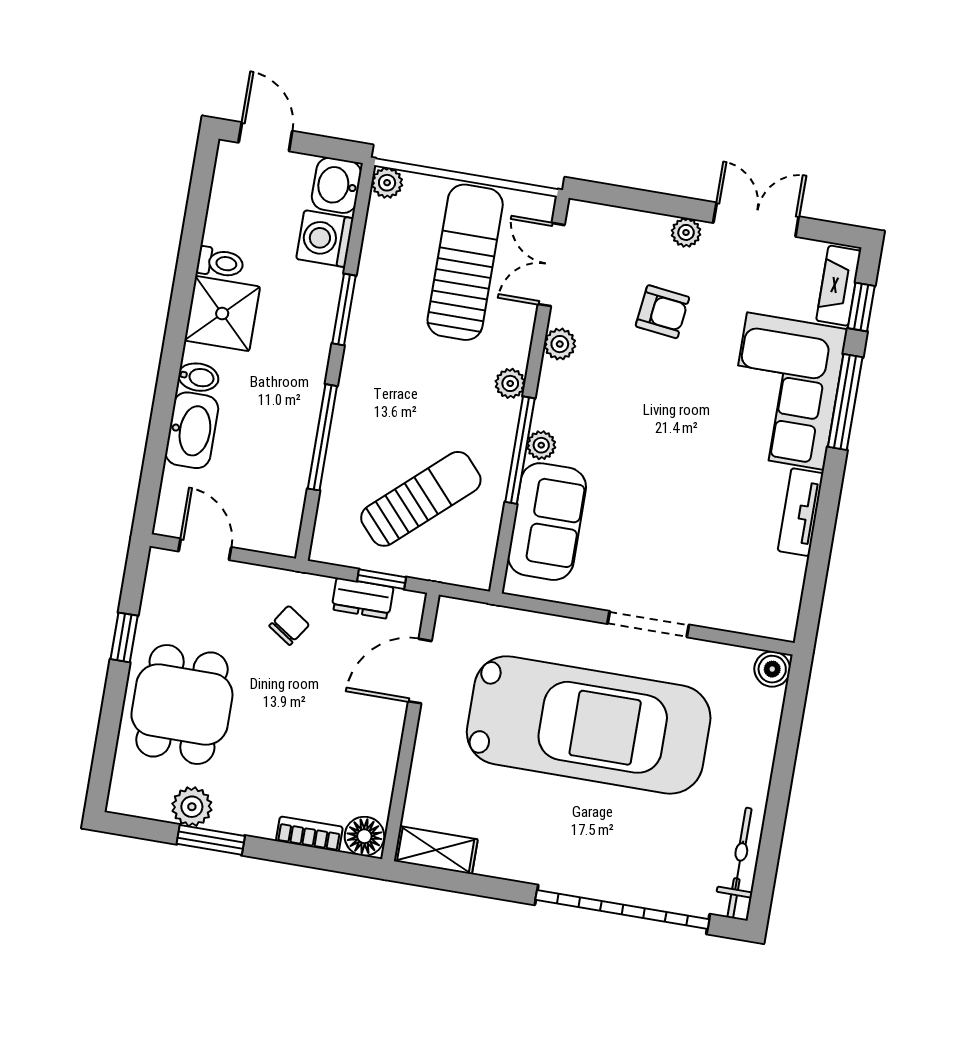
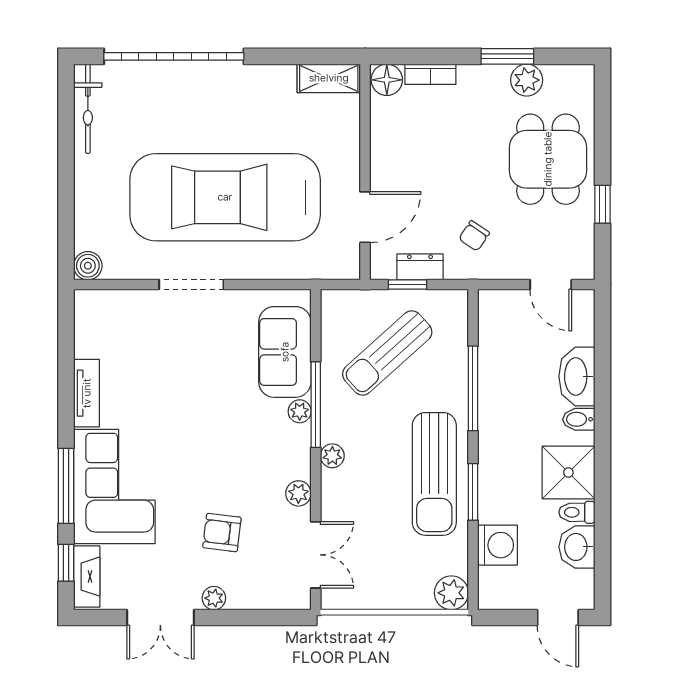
plant: (387, 183) -> (451, 593), width x1.38, depth x1.38
washbasin: (336, 185) -> (577, 547), moved, turned 180
sun lounger: (465, 262) -> (434, 474), moved

